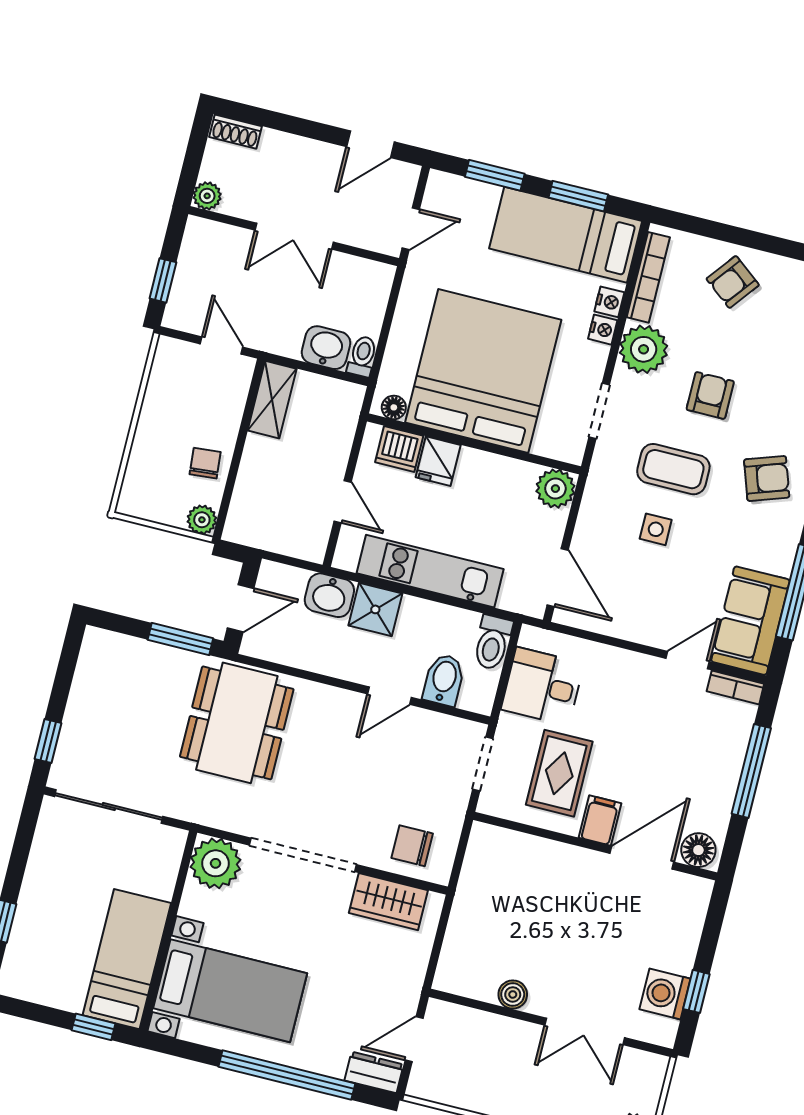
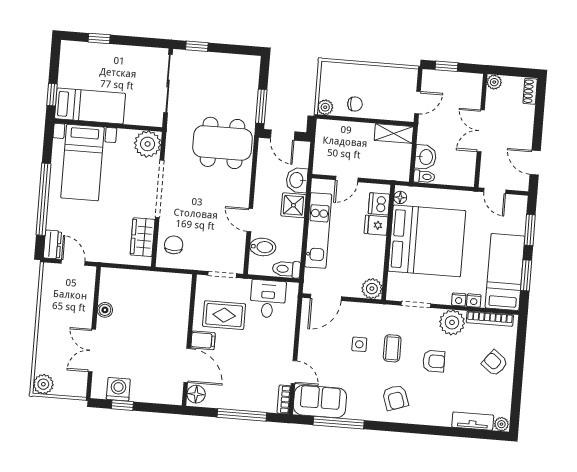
coffee table: (673, 469) -> (392, 348), width x0.73, depth x0.77

